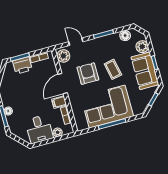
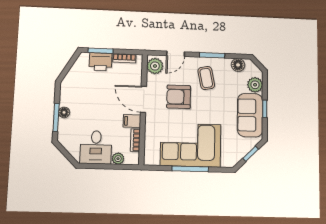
door: (76, 42) -> (176, 54), swing flipped
coffee table: (113, 69) -> (206, 78), moved
armchair: (88, 74) -> (179, 97), turned -90
door: (63, 84) -> (143, 99), hinge flipped

